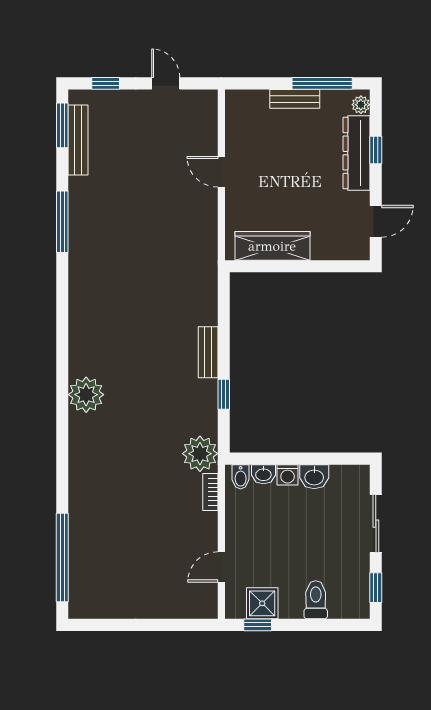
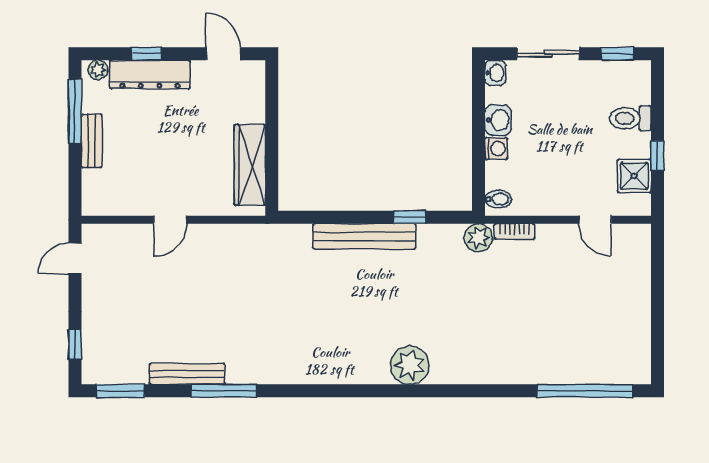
door: (166, 83) -> (75, 258), moved
bench: (78, 140) -> (187, 374), moved
bench: (208, 352) -> (364, 236), width x1.86, depth x1.21
plant: (200, 454) -> (478, 238), width x0.73, depth x0.73
washbasin: (263, 474) -> (495, 73), moved
window: (258, 625) -> (657, 156), moved

